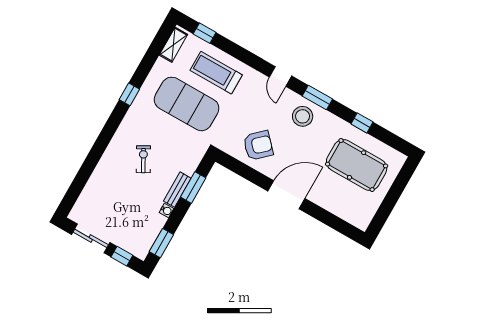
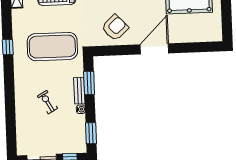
exercise mat: (187, 104) -> (52, 47), moved
exercise bike: (143, 159) -> (47, 102), moved

